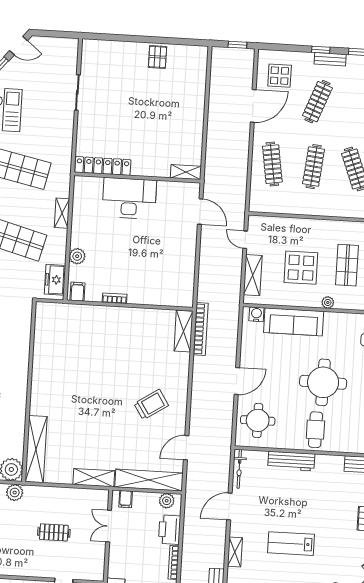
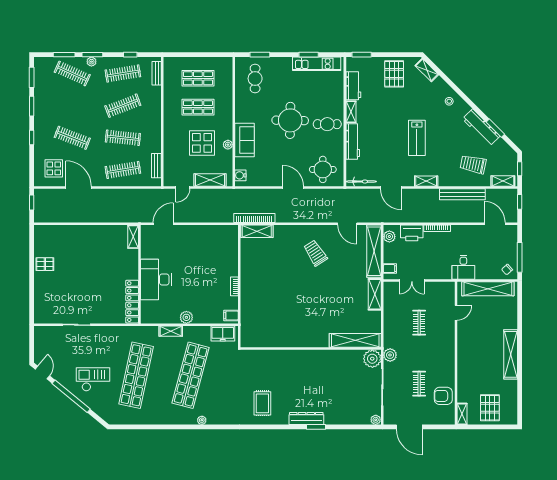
bench: (330, 59) -> (156, 166), moved
plant: (77, 256) -> (186, 317), moved
plant: (328, 302) -> (228, 145), moved
sofa: (294, 322) -> (245, 140), width x0.73
shelving: (330, 461) -> (351, 112), added

